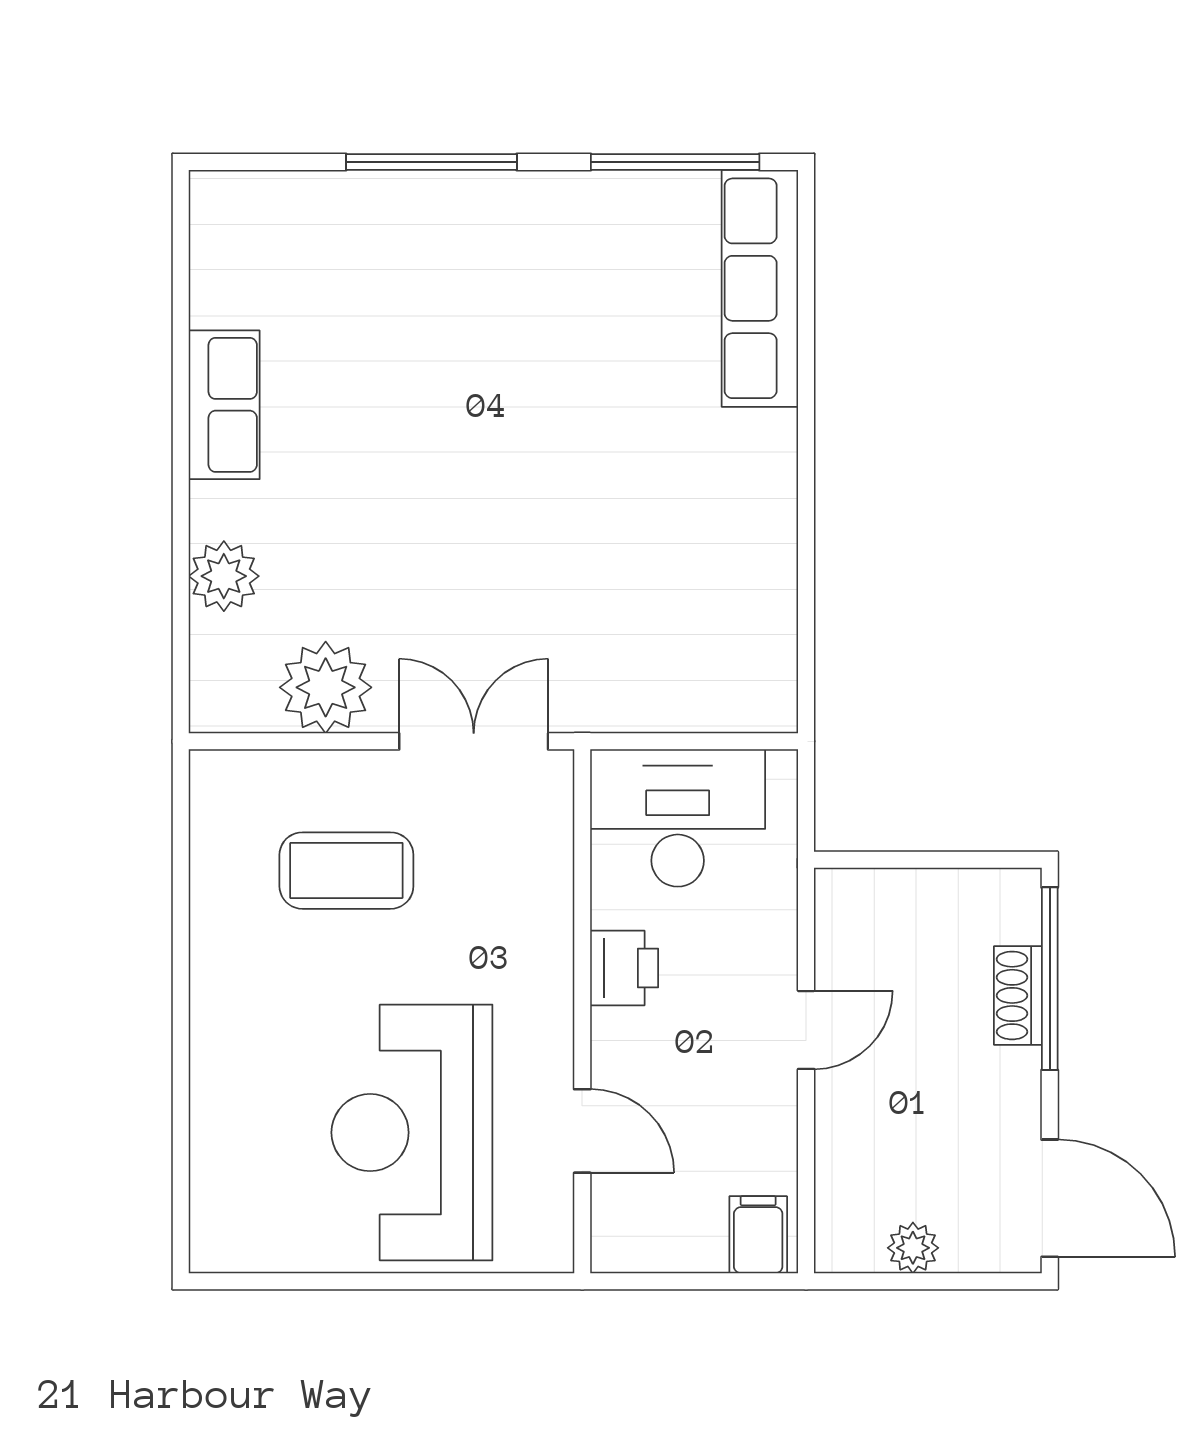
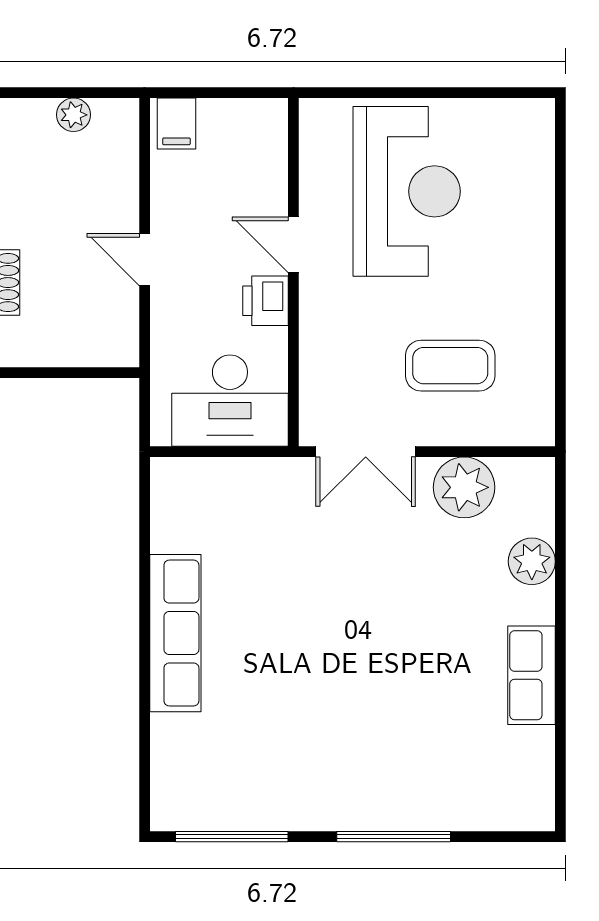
row of seats: (760, 288) -> (175, 633), moved
door: (806, 1030) -> (145, 260), hinge flipped
door: (582, 1131) -> (293, 245), moved

